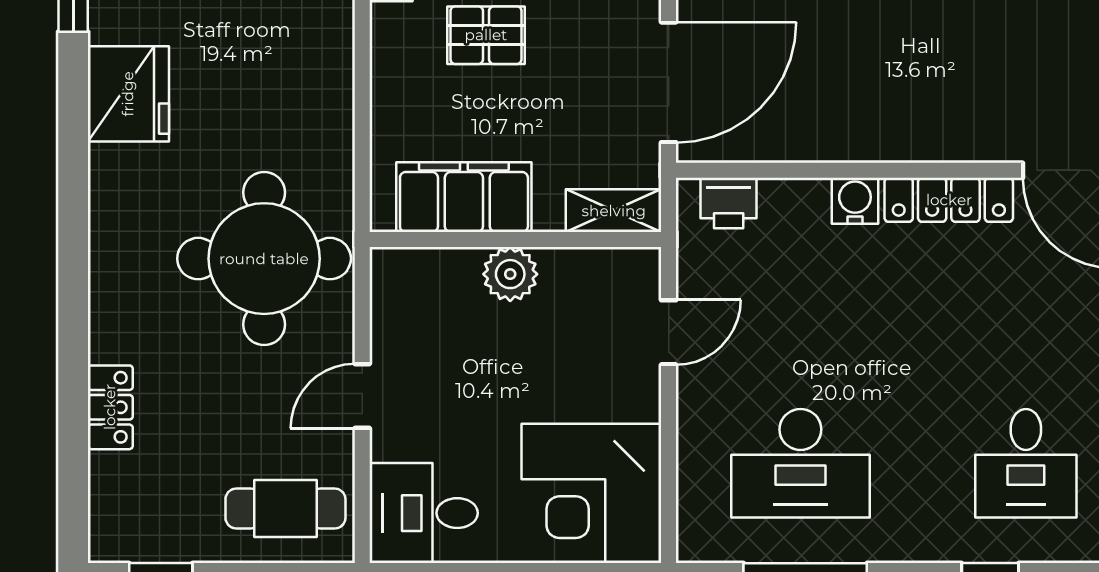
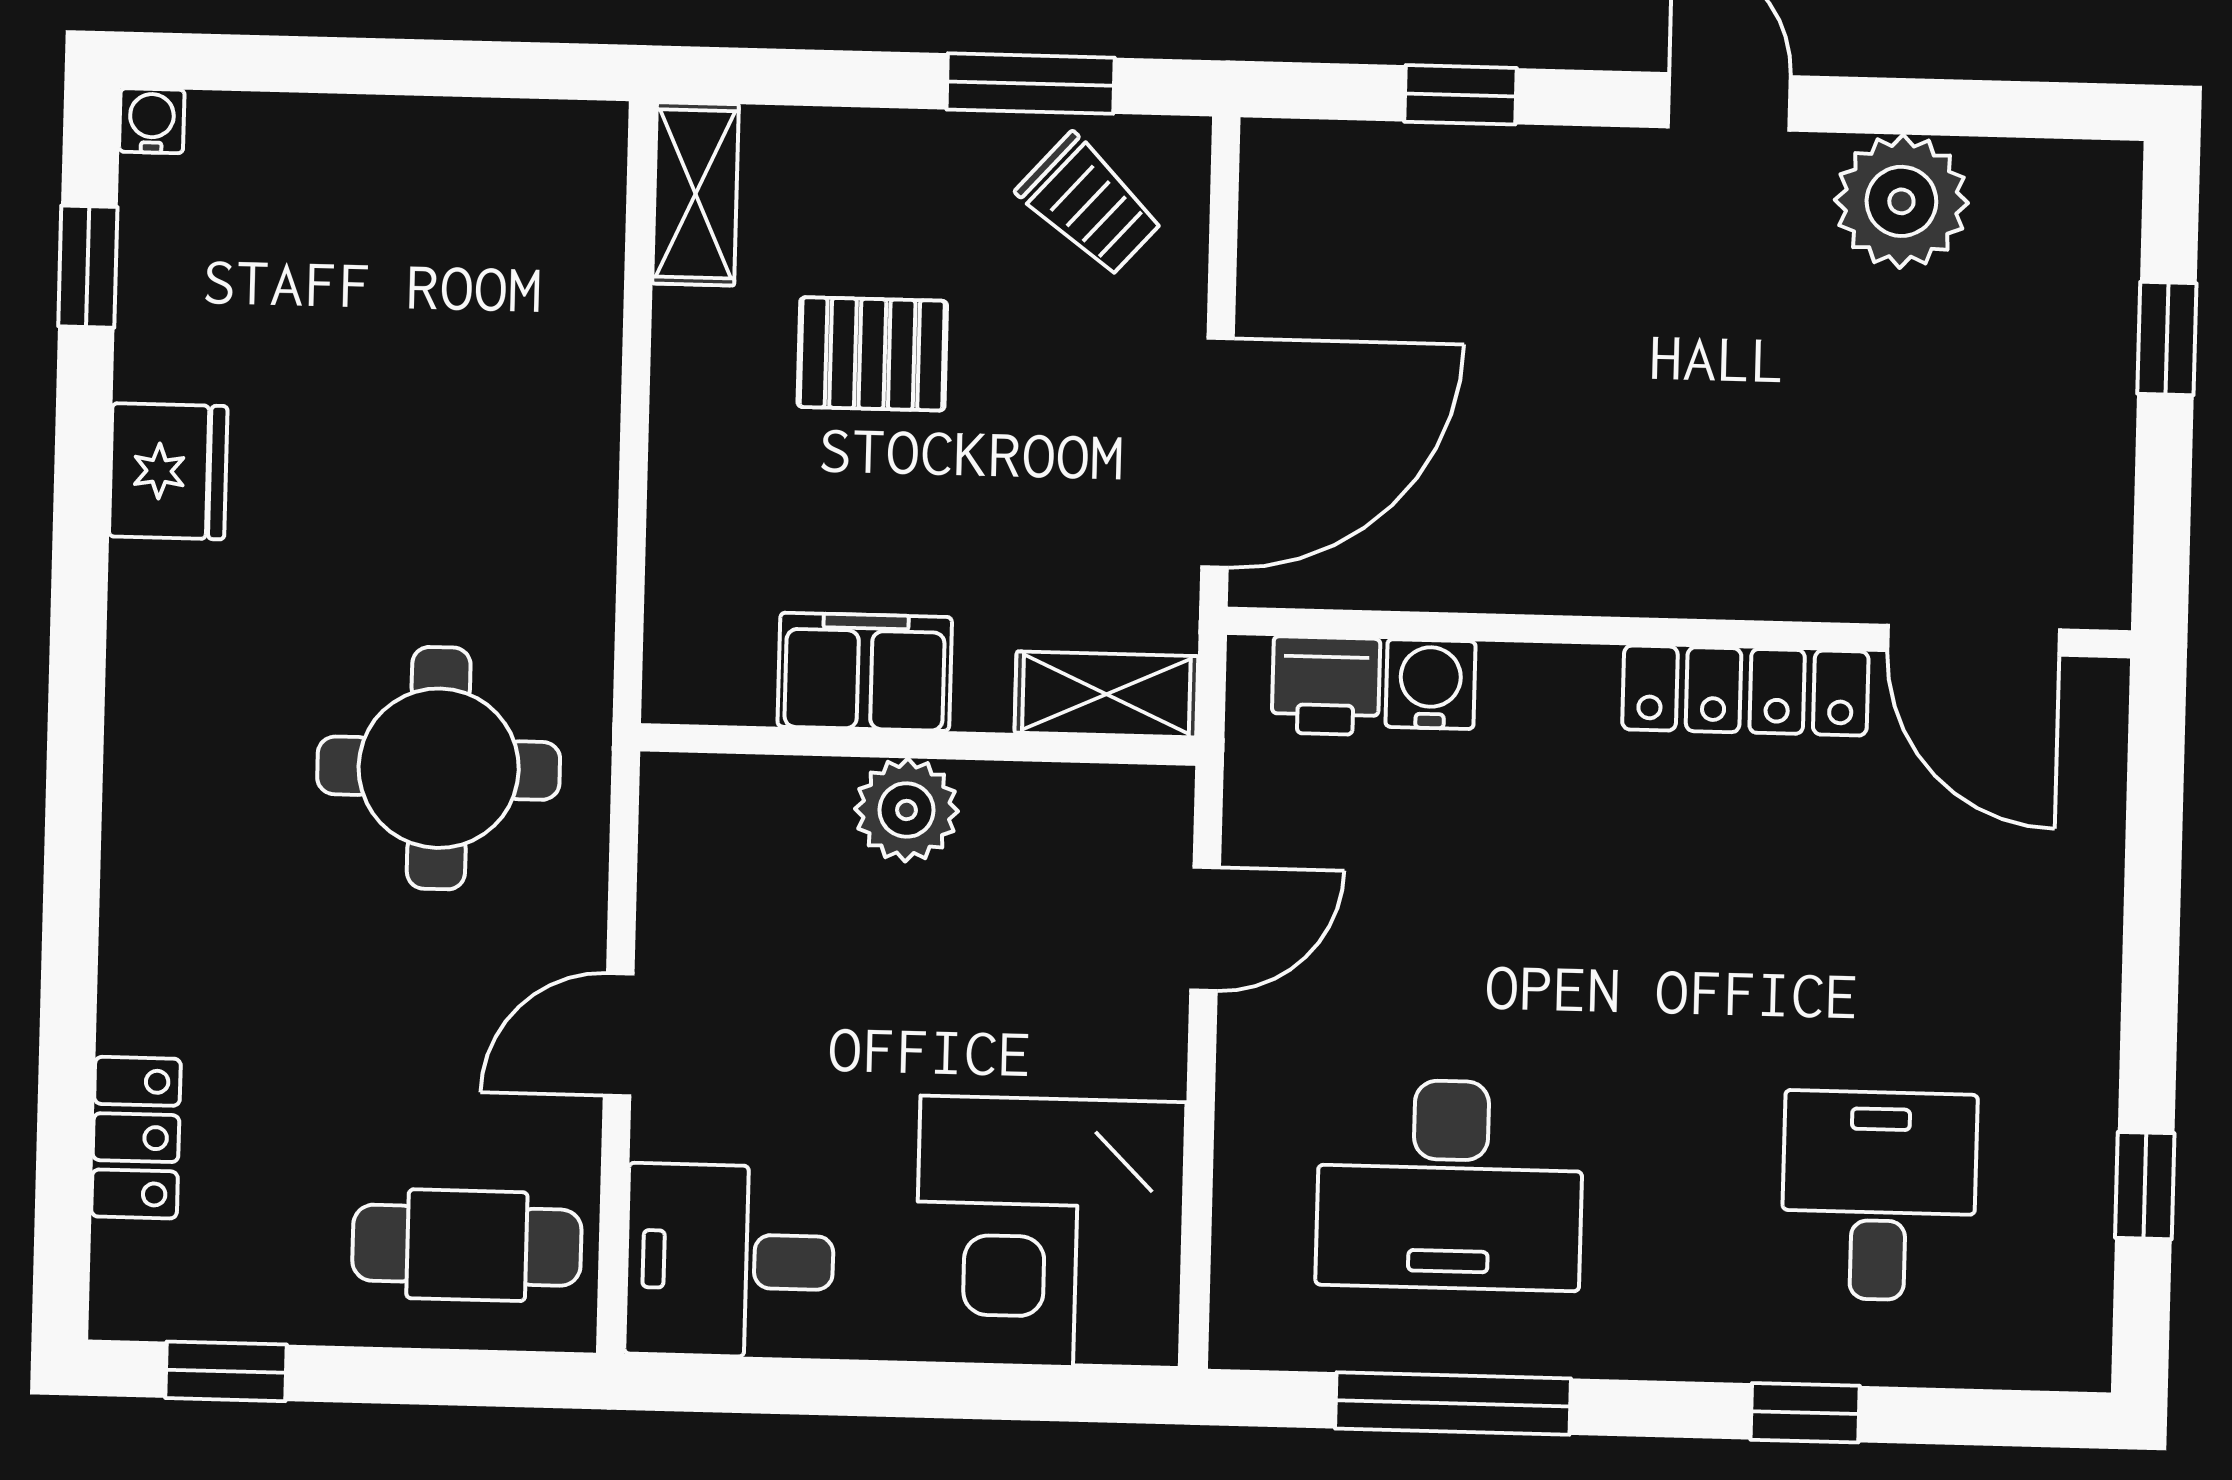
fridge: (128, 94) -> (168, 471), width x0.73, depth x0.75
filing cabinet: (464, 197) -> (865, 672), width x0.67, depth x0.86
water cooler: (855, 201) -> (1430, 684), moved
round table: (264, 259) -> (439, 768), width x0.73, depth x0.73
locker: (110, 407) -> (136, 1138), moved
desk: (1026, 463) -> (1879, 1196), turned 180

